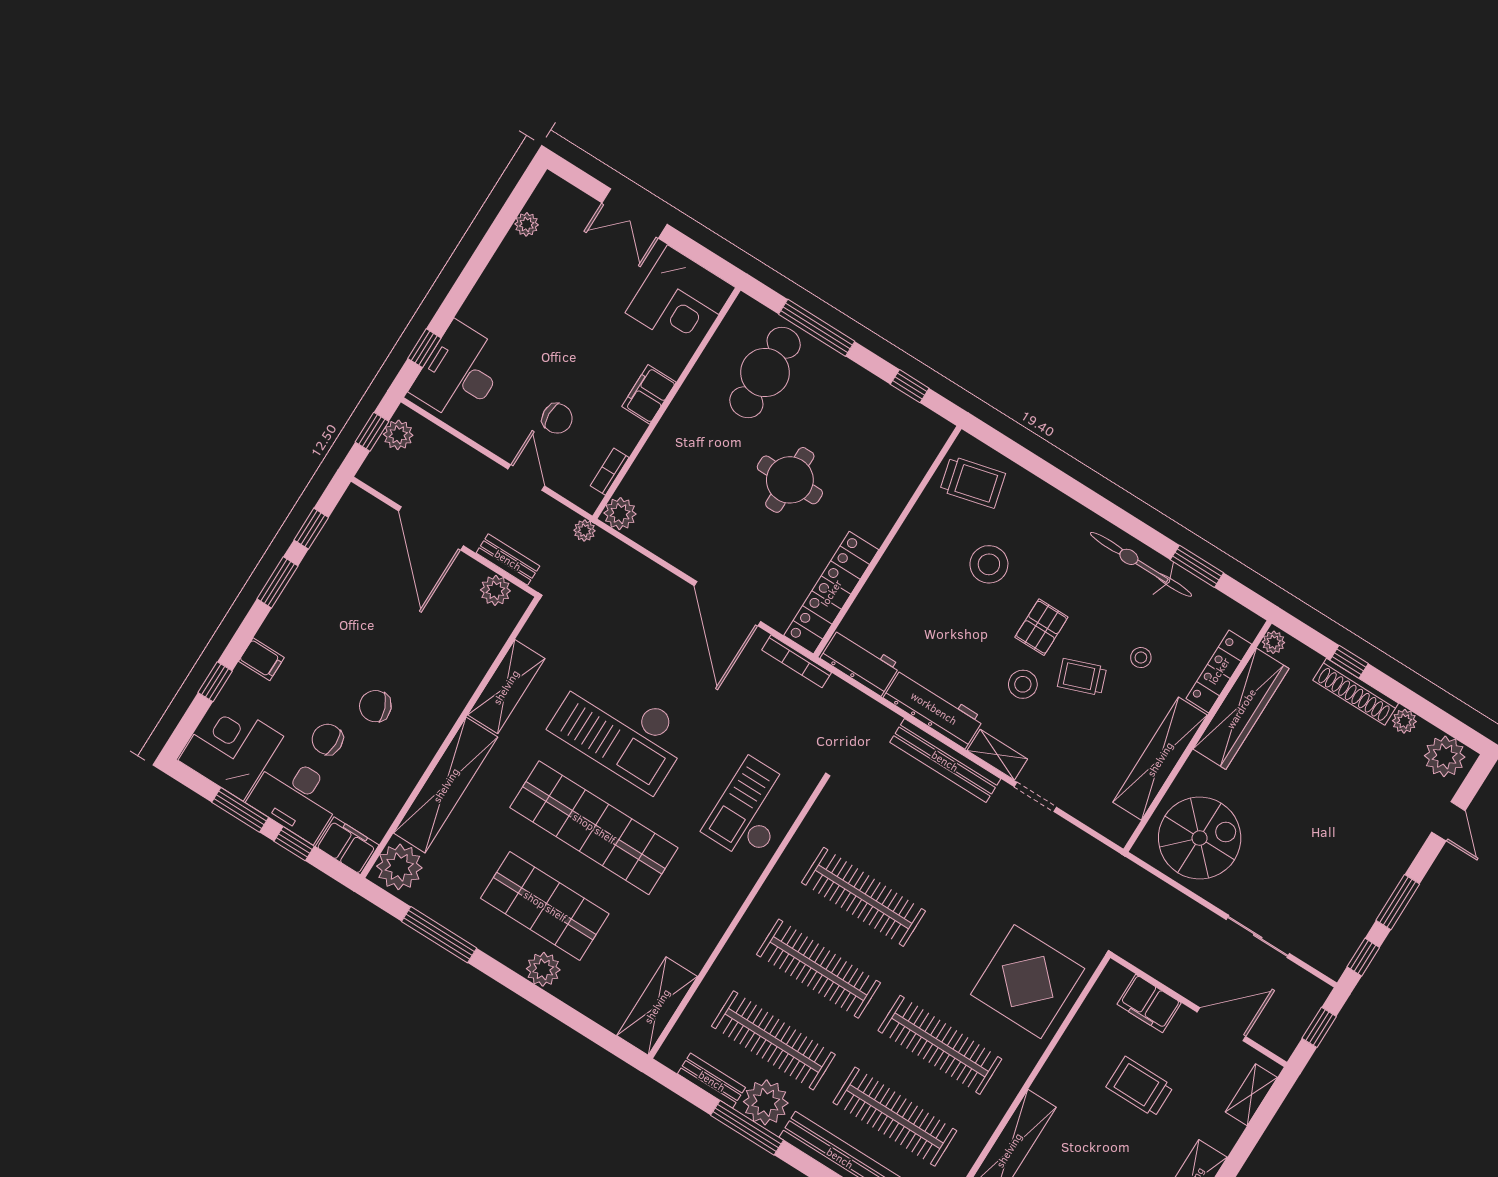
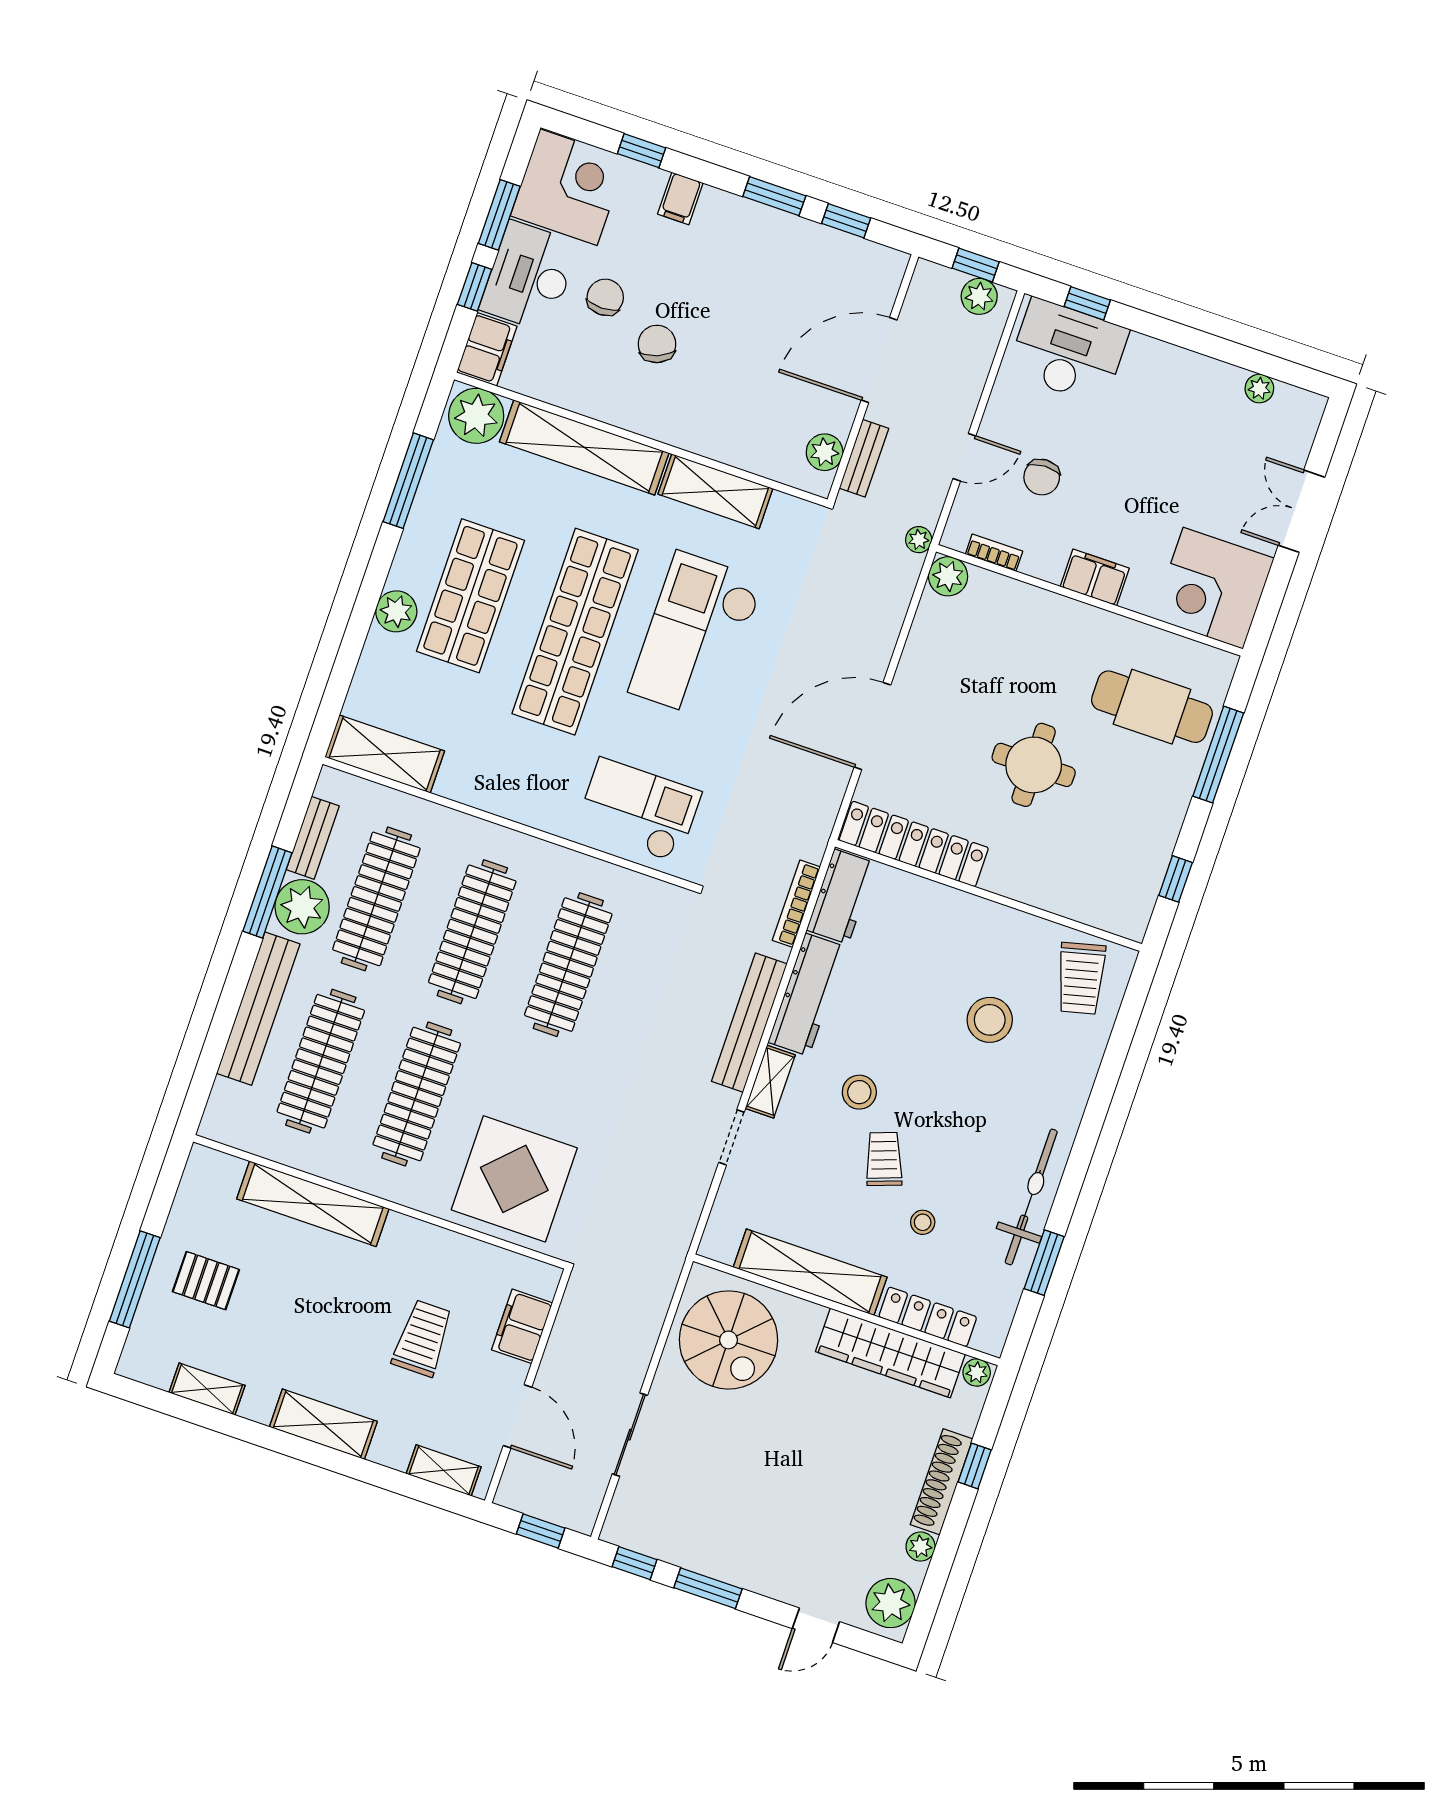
pallet: (1041, 627) -> (931, 1098), removed
bookcase: (797, 661) -> (796, 904), moved

